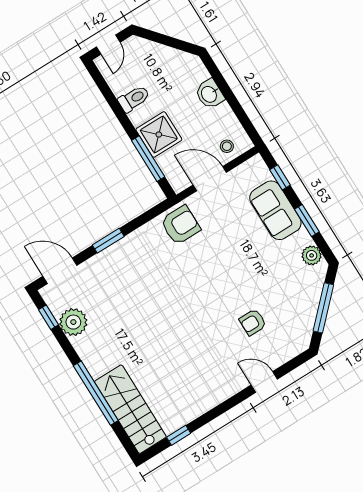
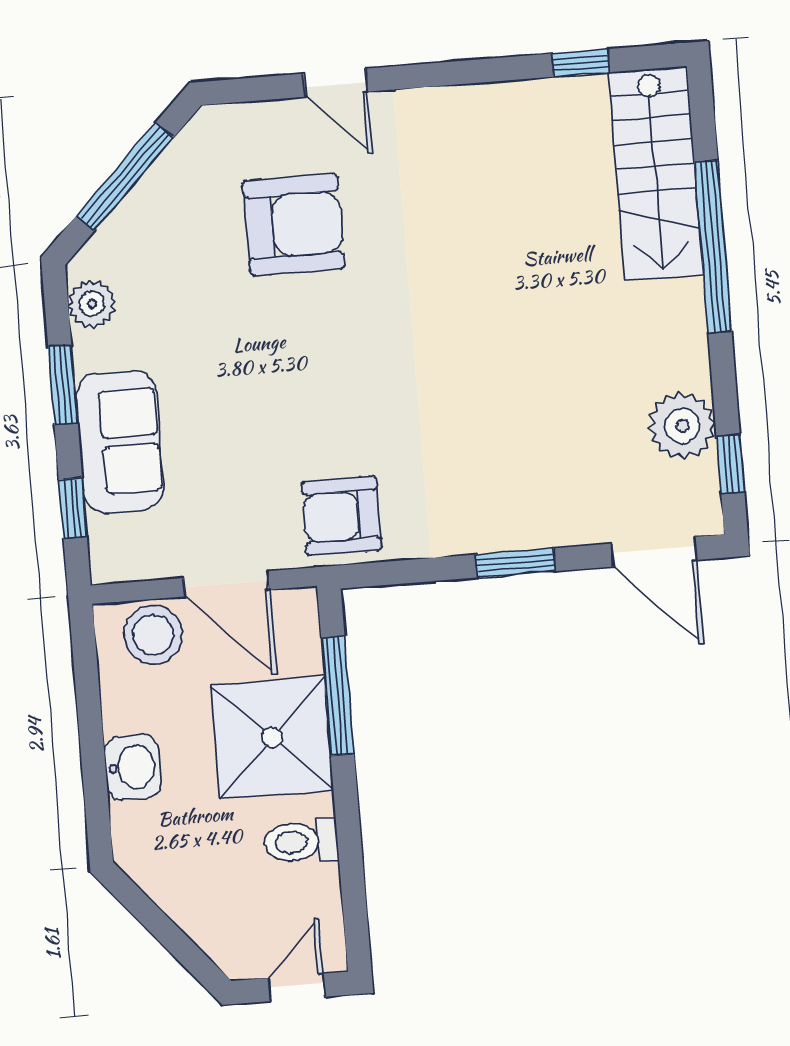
shower: (159, 134) -> (272, 738), width x1.37, depth x1.37
stool: (227, 146) -> (153, 635), width x1.89, depth x1.89
armchair: (253, 322) -> (294, 225), width x1.88, depth x1.88

